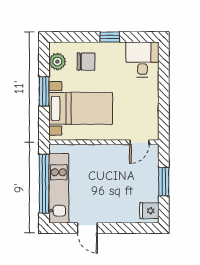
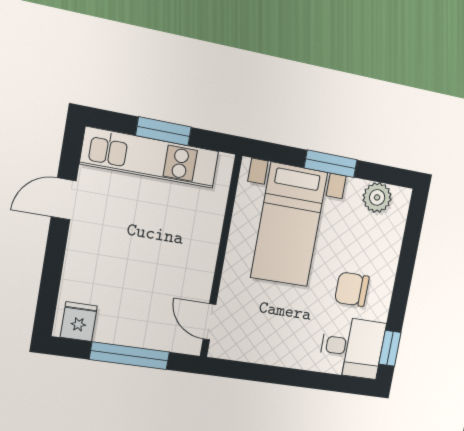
window: (110, 37) -> (390, 348), moved
chair: (86, 62) -> (352, 289), moved, turned 90
window: (164, 182) -> (130, 356), width x1.44
window: (44, 184) -> (163, 131), width x0.47

